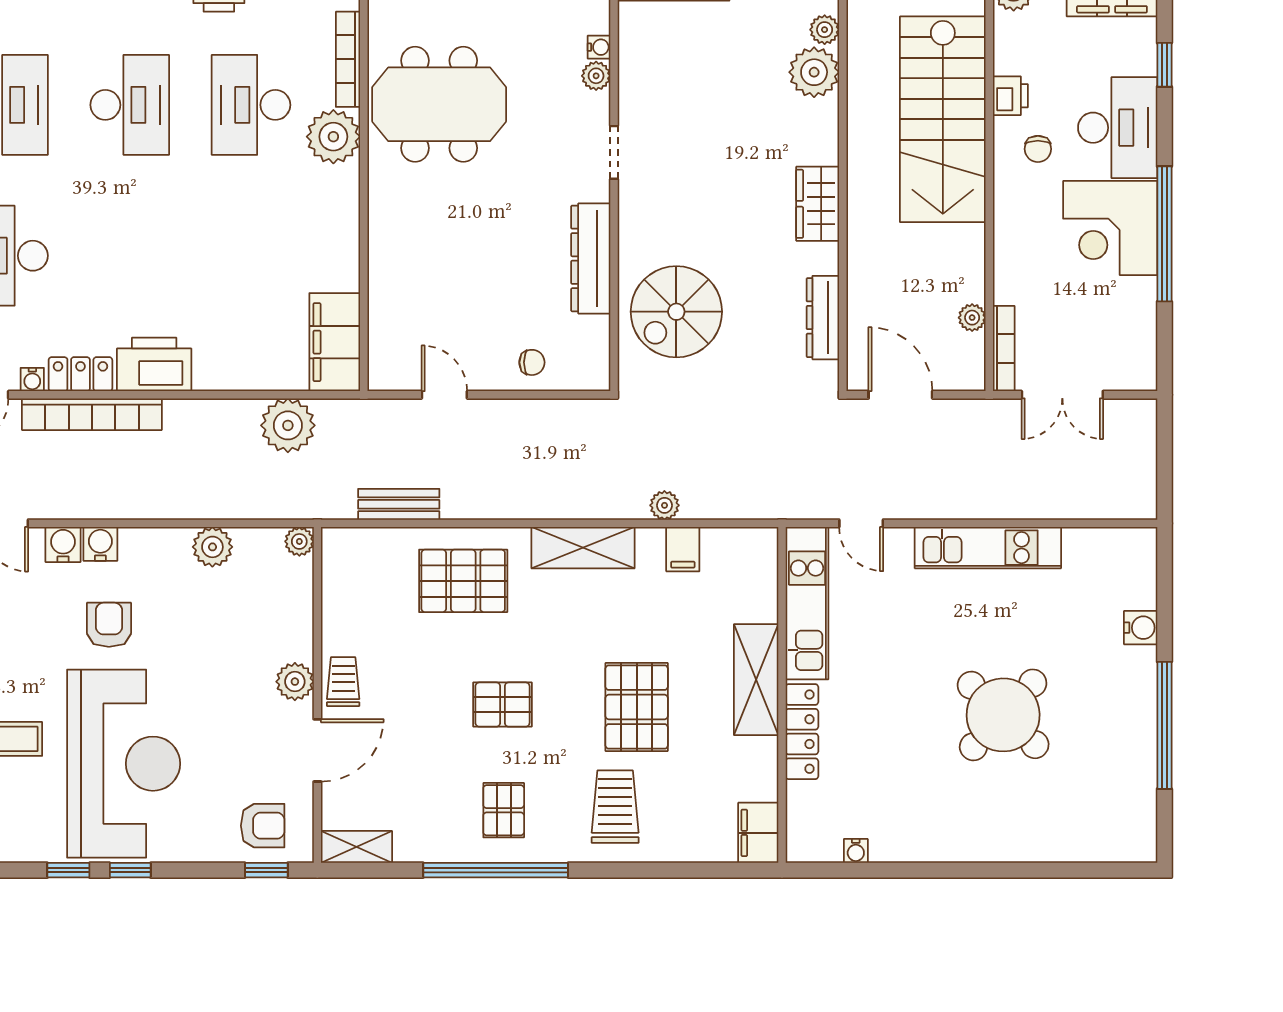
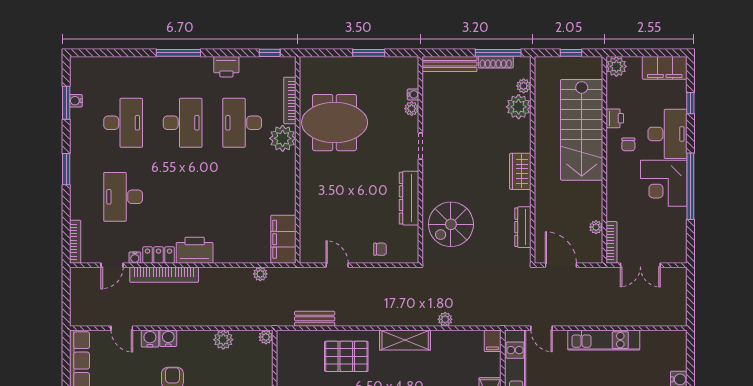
plant: (288, 425) -> (260, 274), width x0.53, depth x0.53
filing cabinet: (683, 549) -> (492, 341), moved

